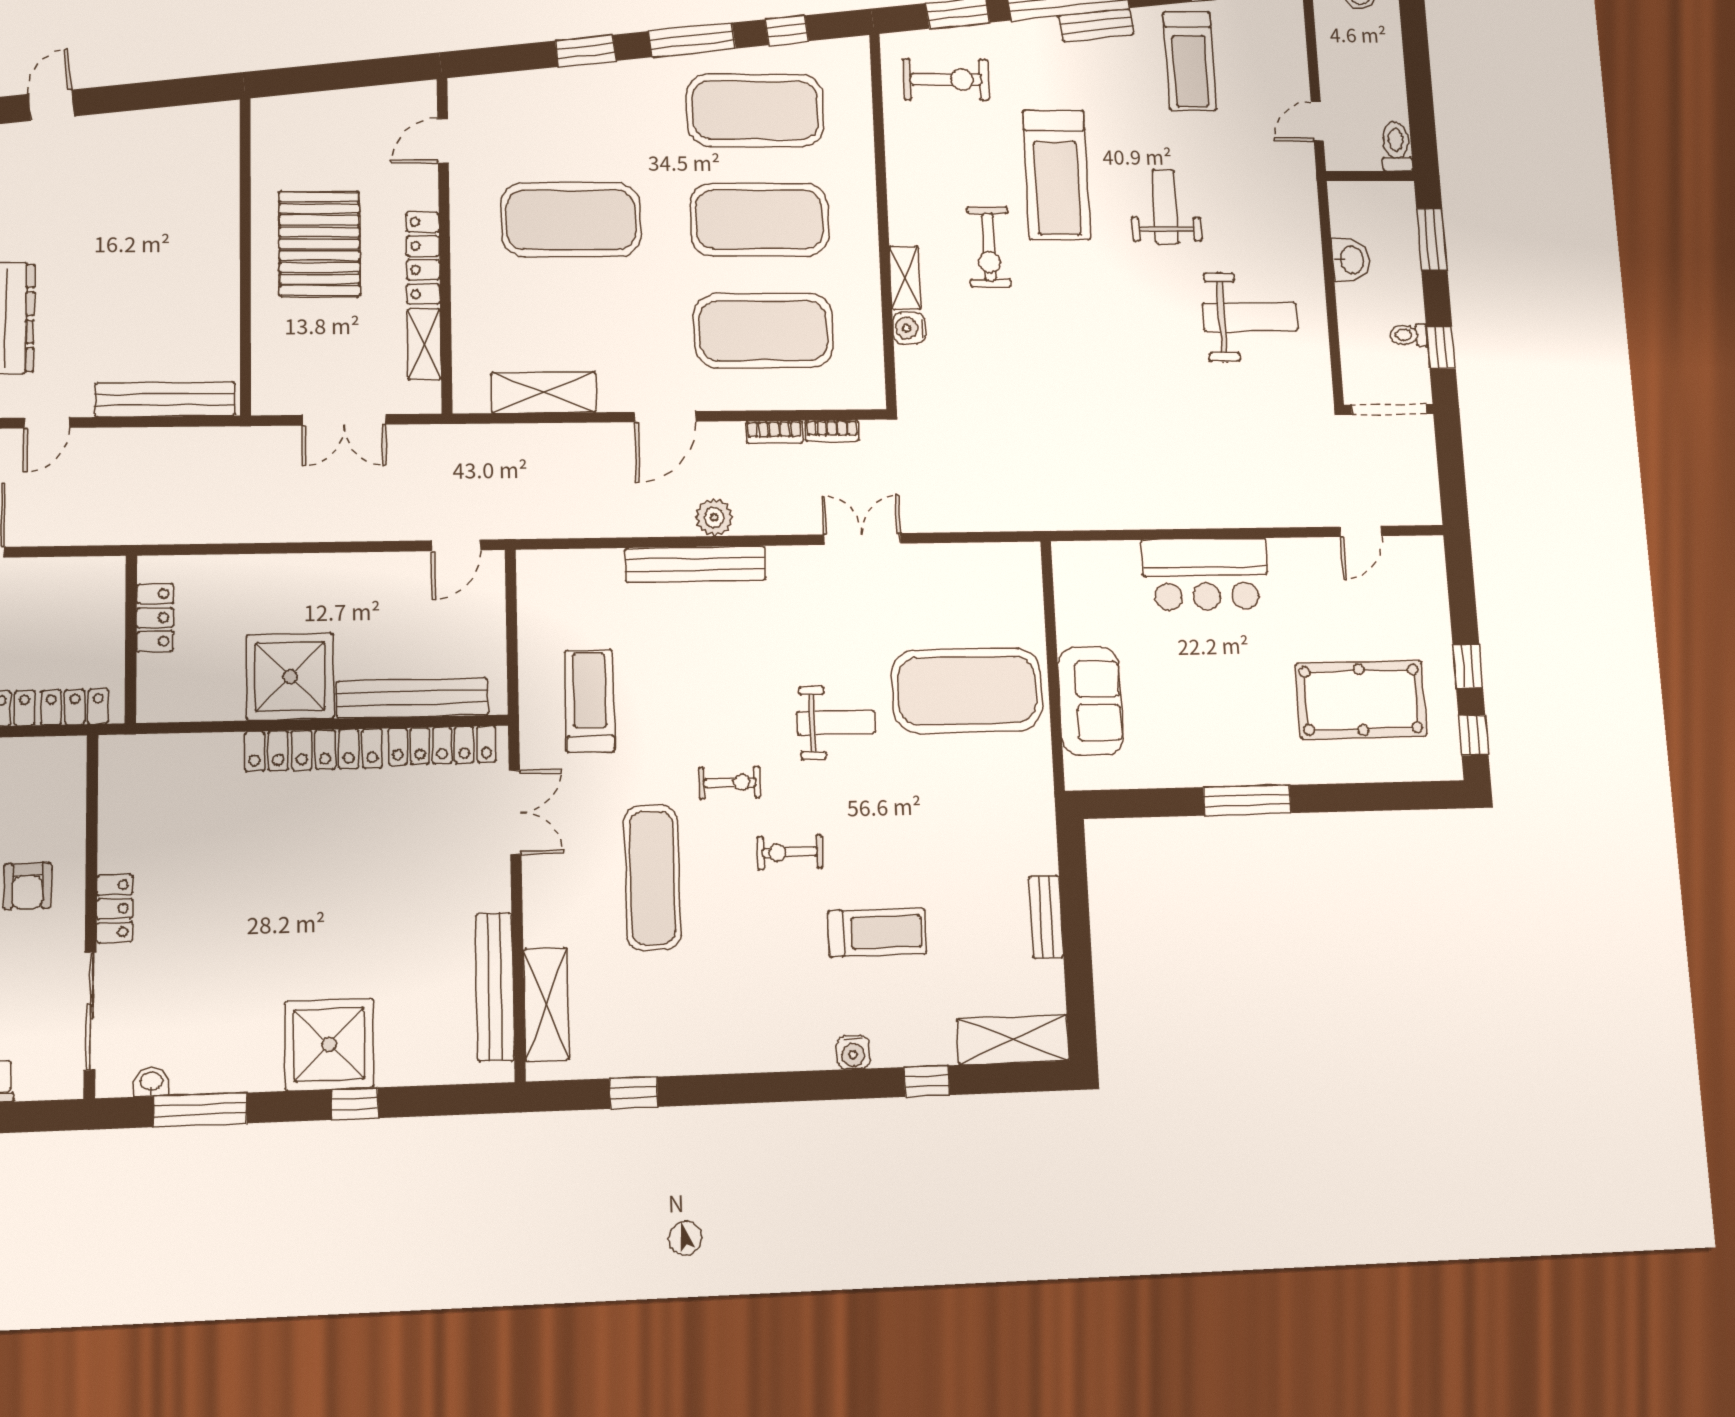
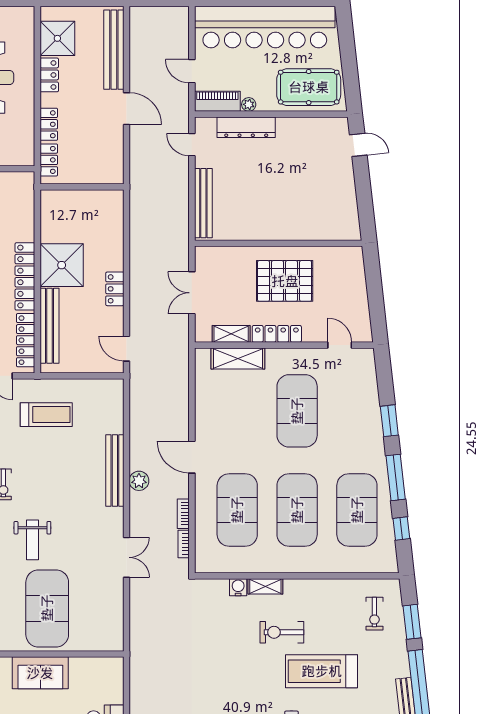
exercise bike: (946, 79) -> (374, 614), width x0.73, depth x0.72
shelving: (544, 392) -> (238, 358), moved, turned 90
locker: (155, 618) -> (115, 289), moved, turned 90

